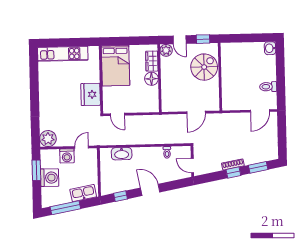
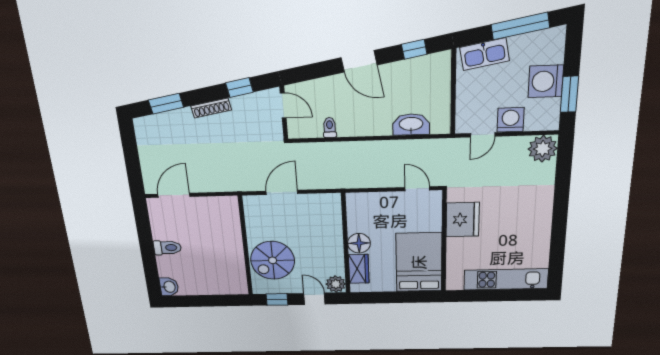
toilet: (268, 87) -> (167, 248), moved
window: (233, 173) -> (239, 88), moved

